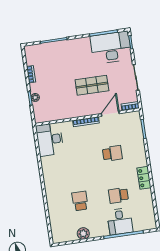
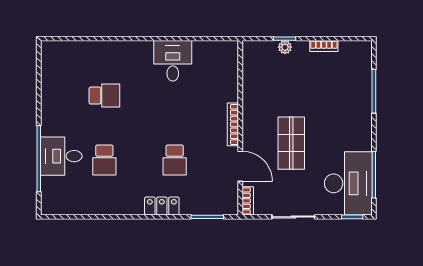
desk: (50, 140) -> (173, 61), moved, width x0.73
locker: (144, 178) -> (162, 206), moved
school desk: (119, 195) -> (104, 160), turned 180
plant: (83, 234) -> (50, 93), removed

